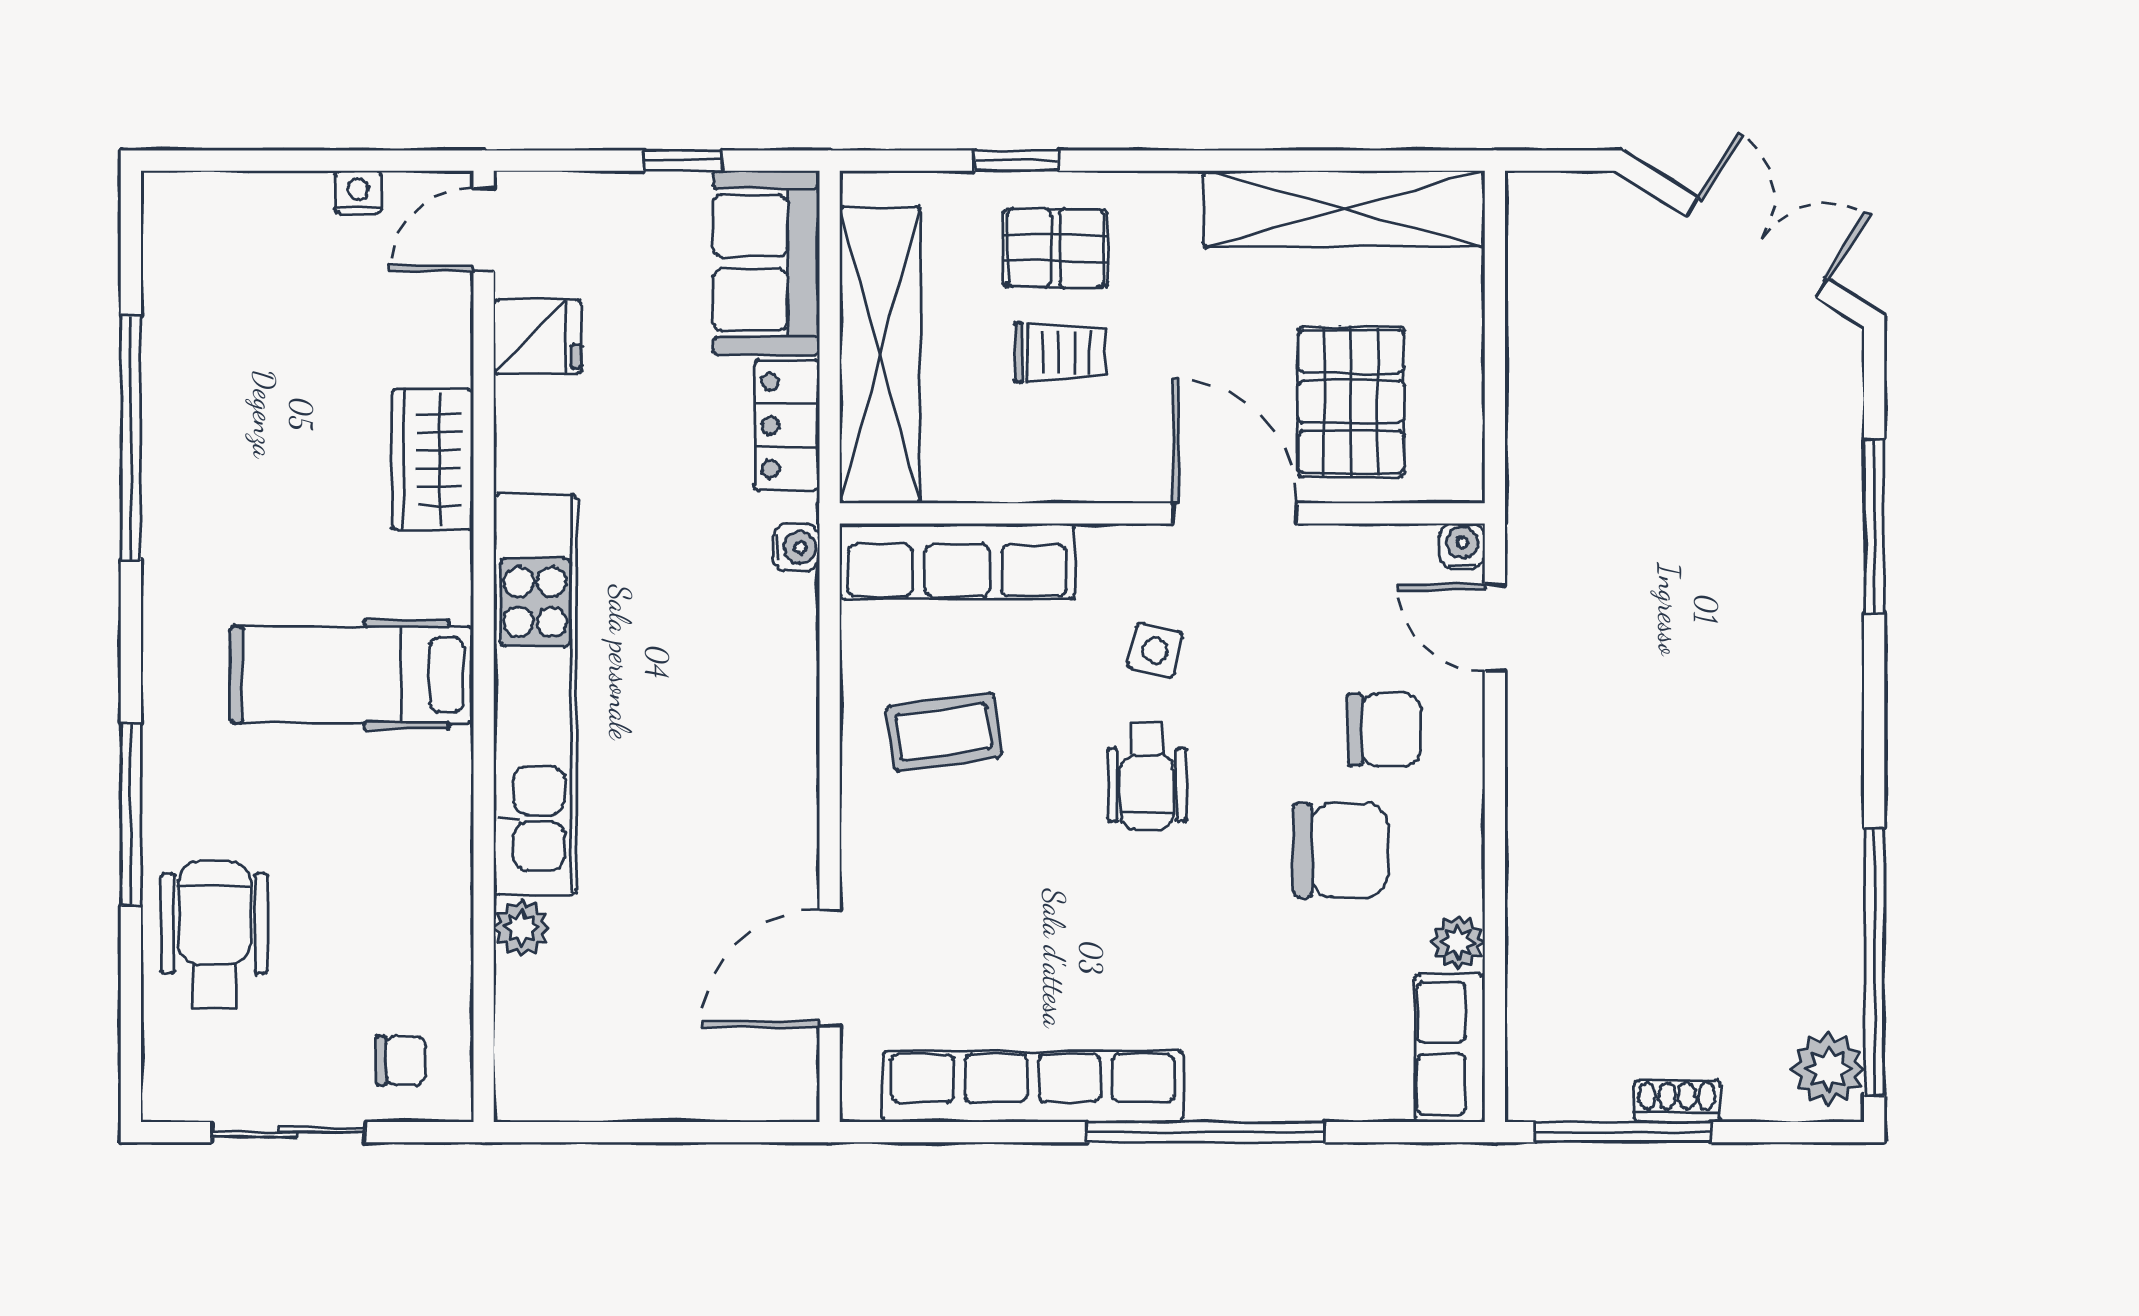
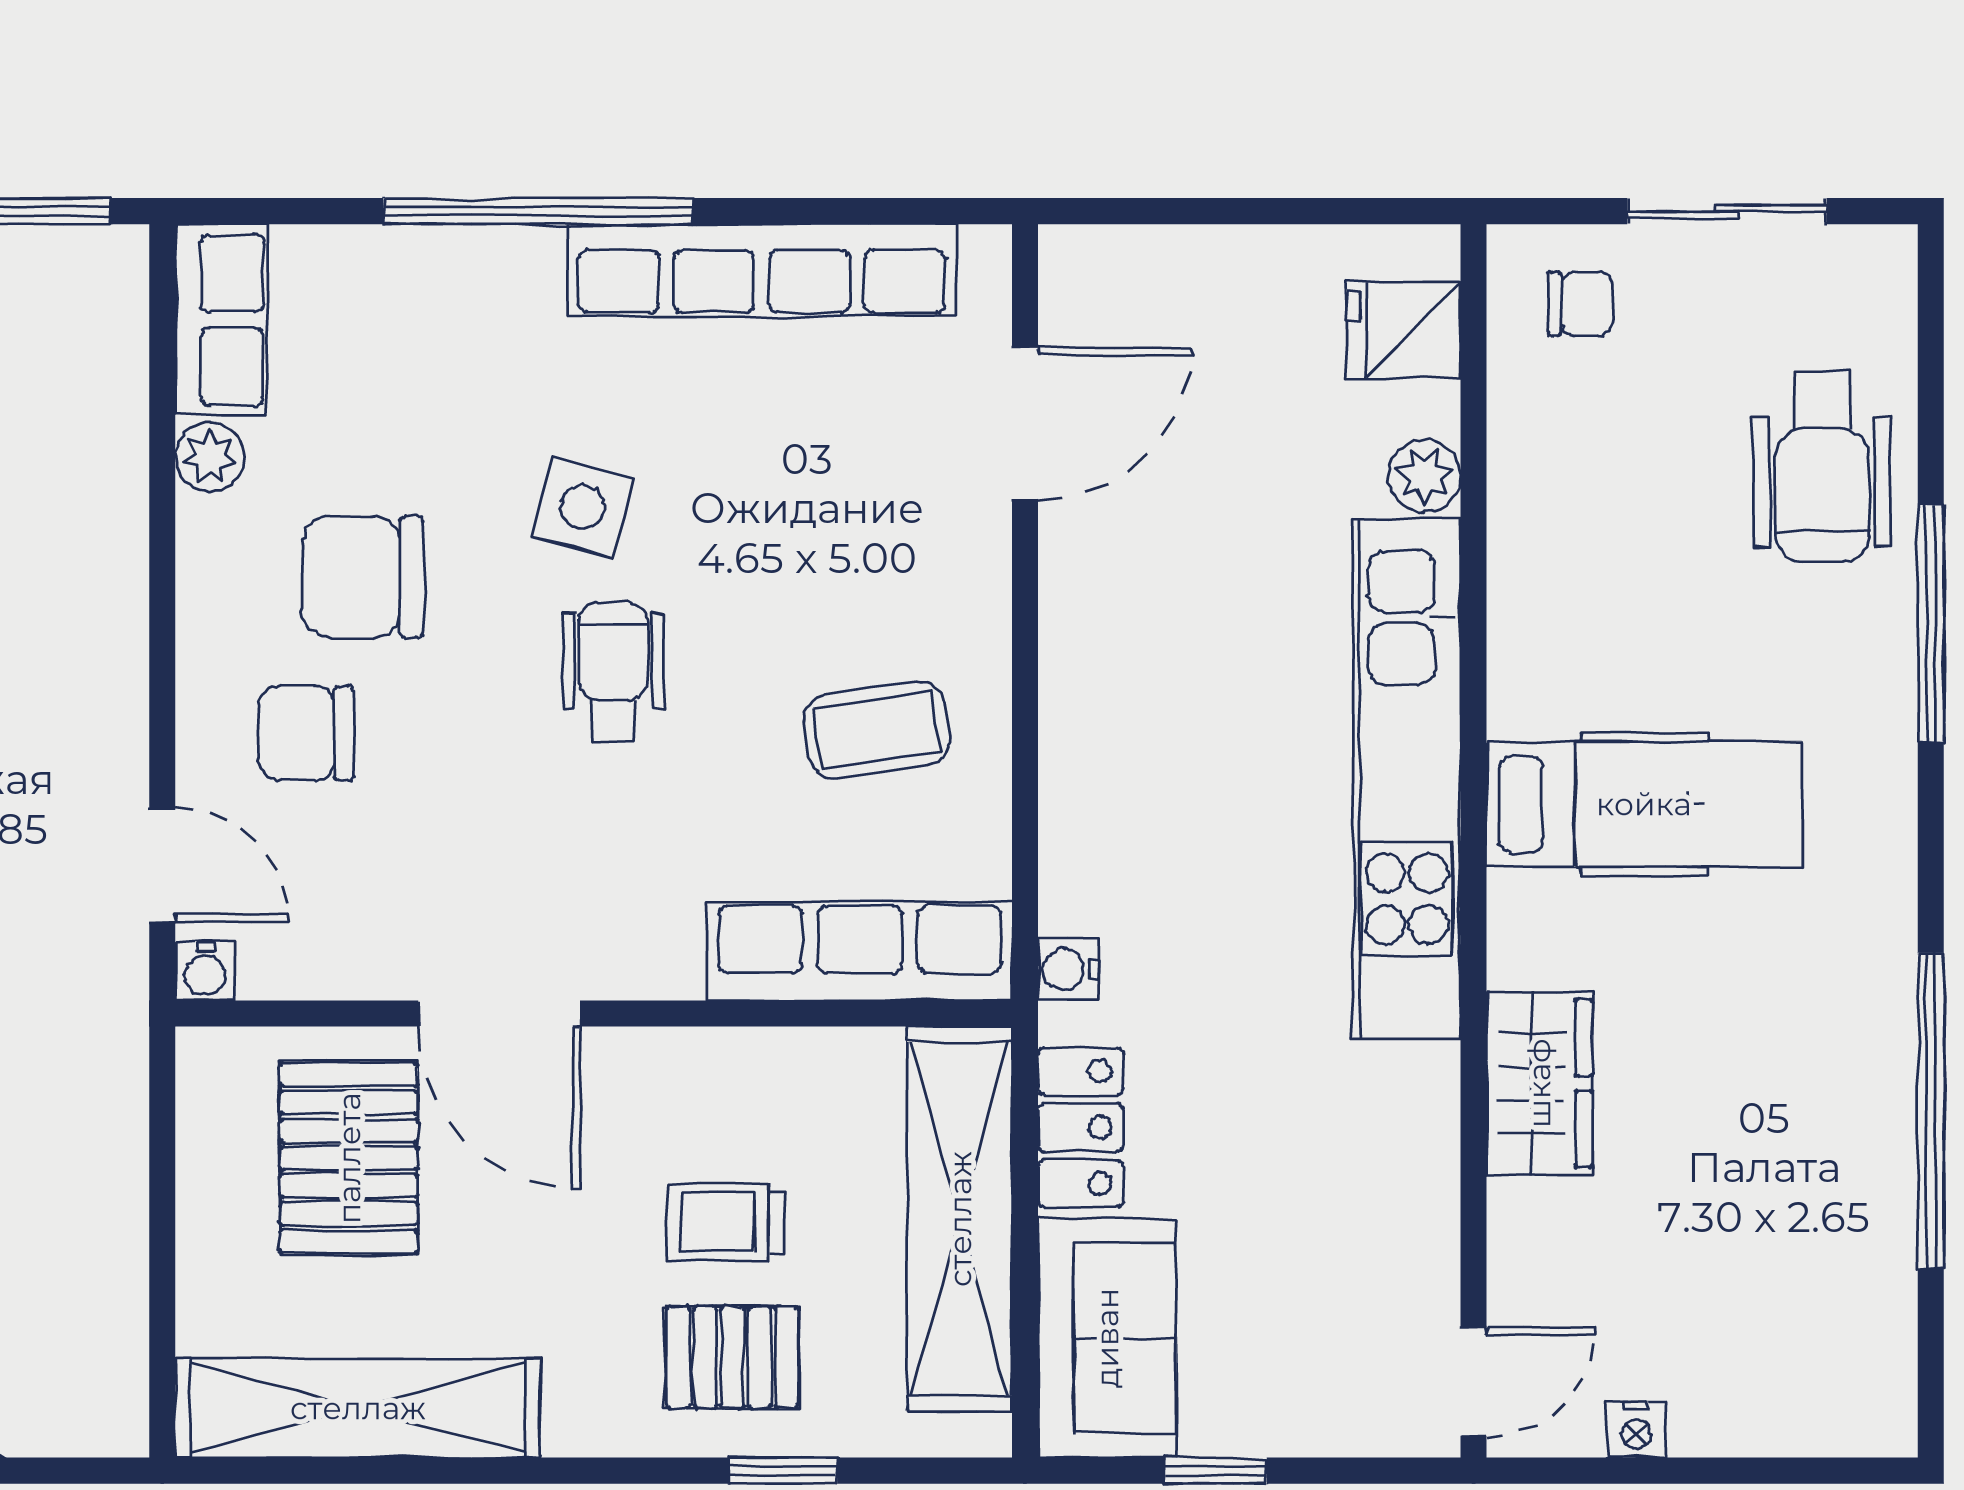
fridge: (538, 337) -> (1404, 330), moved
side table: (1155, 650) -> (583, 507), moved, width x1.37, depth x1.37
chair: (401, 1061) -> (1580, 304), turned 180

